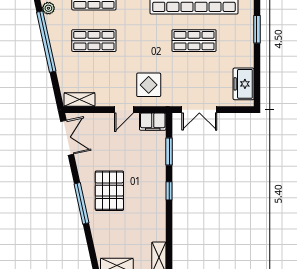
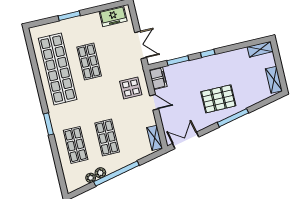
plant: (52, 22) -> (100, 173), added

